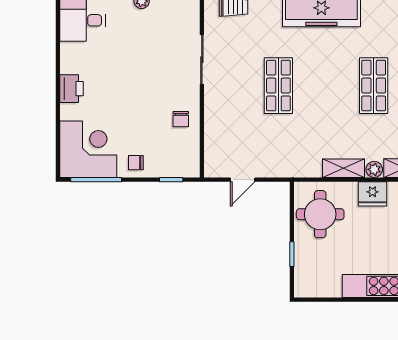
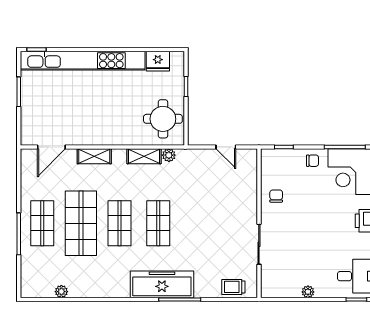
shop shelf: (278, 86) -> (158, 223), moved
plant: (374, 169) -> (169, 155), moved
door: (243, 180) -> (226, 147), swing flipped
fridge: (372, 194) -> (158, 61), moved, turned 180

